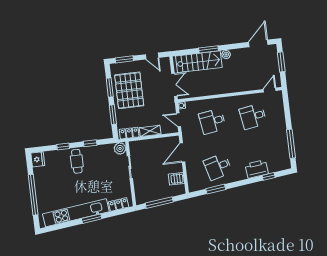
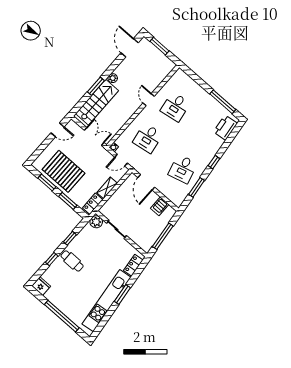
window: (124, 59) -> (39, 151), removed
door: (270, 90) -> (149, 100), moved
printer: (257, 169) -> (225, 128), moved
window: (269, 176) -> (214, 162), moved

